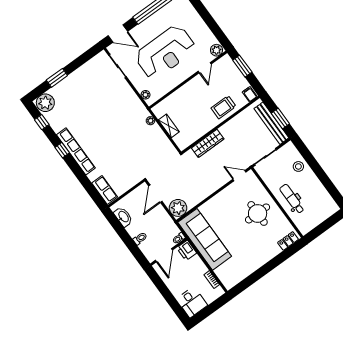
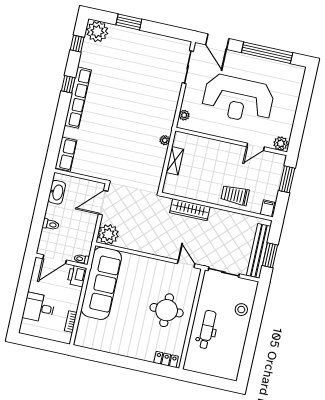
desk: (192, 302) -> (39, 308), moved, turned 90

